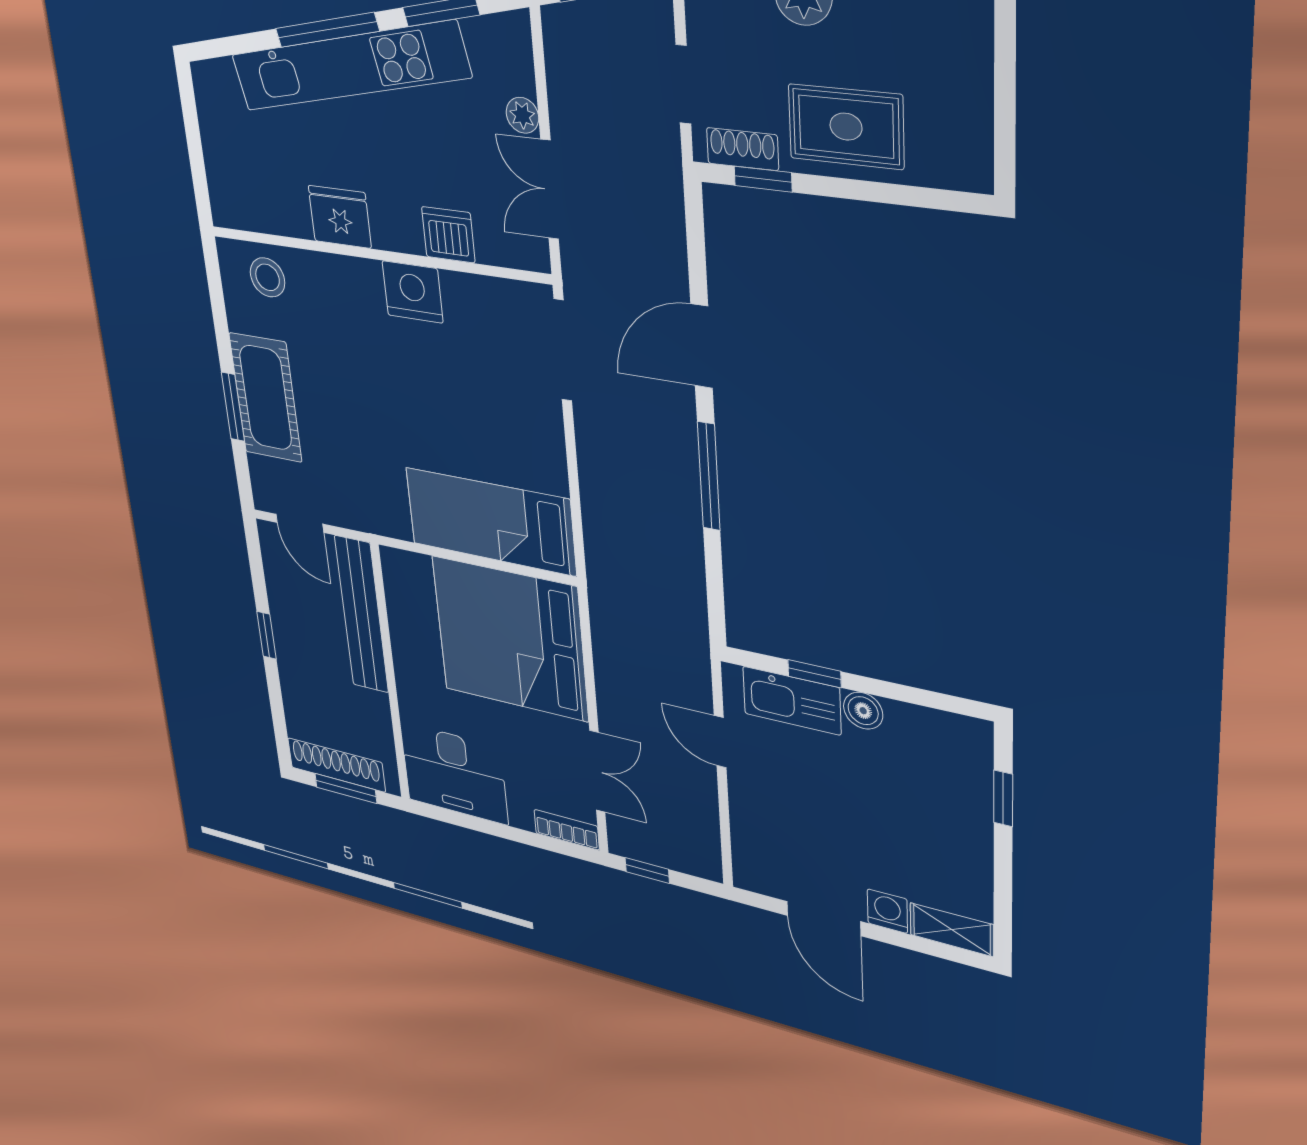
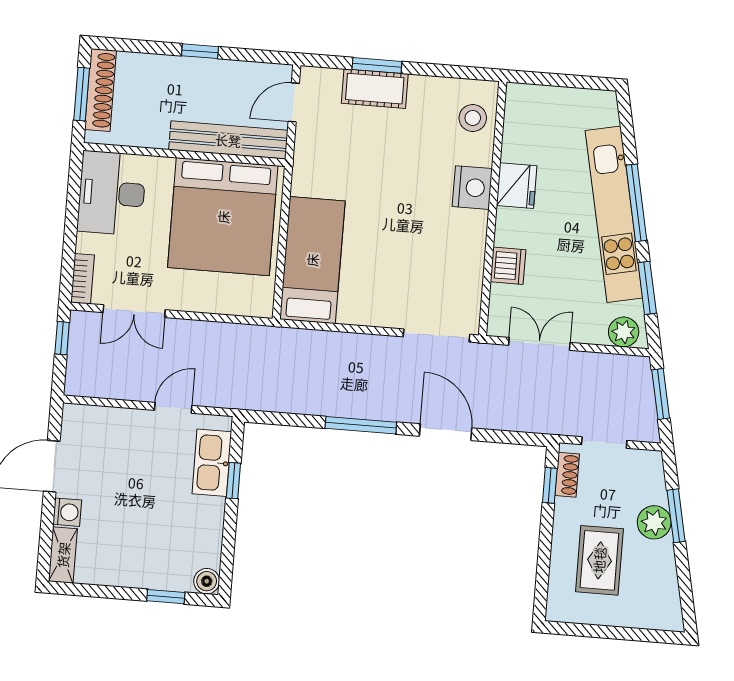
plant: (522, 115) -> (624, 332), moved, width x1.38, depth x1.38
rug: (846, 127) -> (599, 560), moved
nightstand: (413, 292) -> (472, 188), moved
cot: (266, 398) -> (375, 89), width x0.73, depth x0.75
bed: (510, 639) -> (223, 217), moved, turned 180
boiler: (863, 711) -> (207, 581), moved

